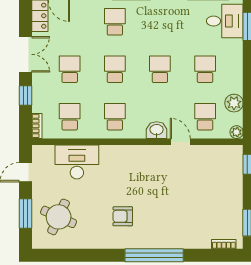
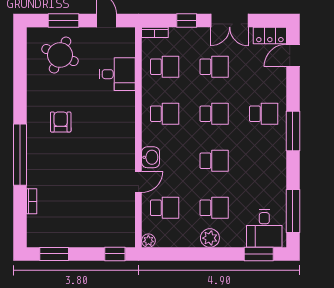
plant: (234, 103) -> (210, 238), moved
desk: (77, 162) -> (117, 74), width x0.73
bookcase: (224, 244) -> (32, 201), moved

